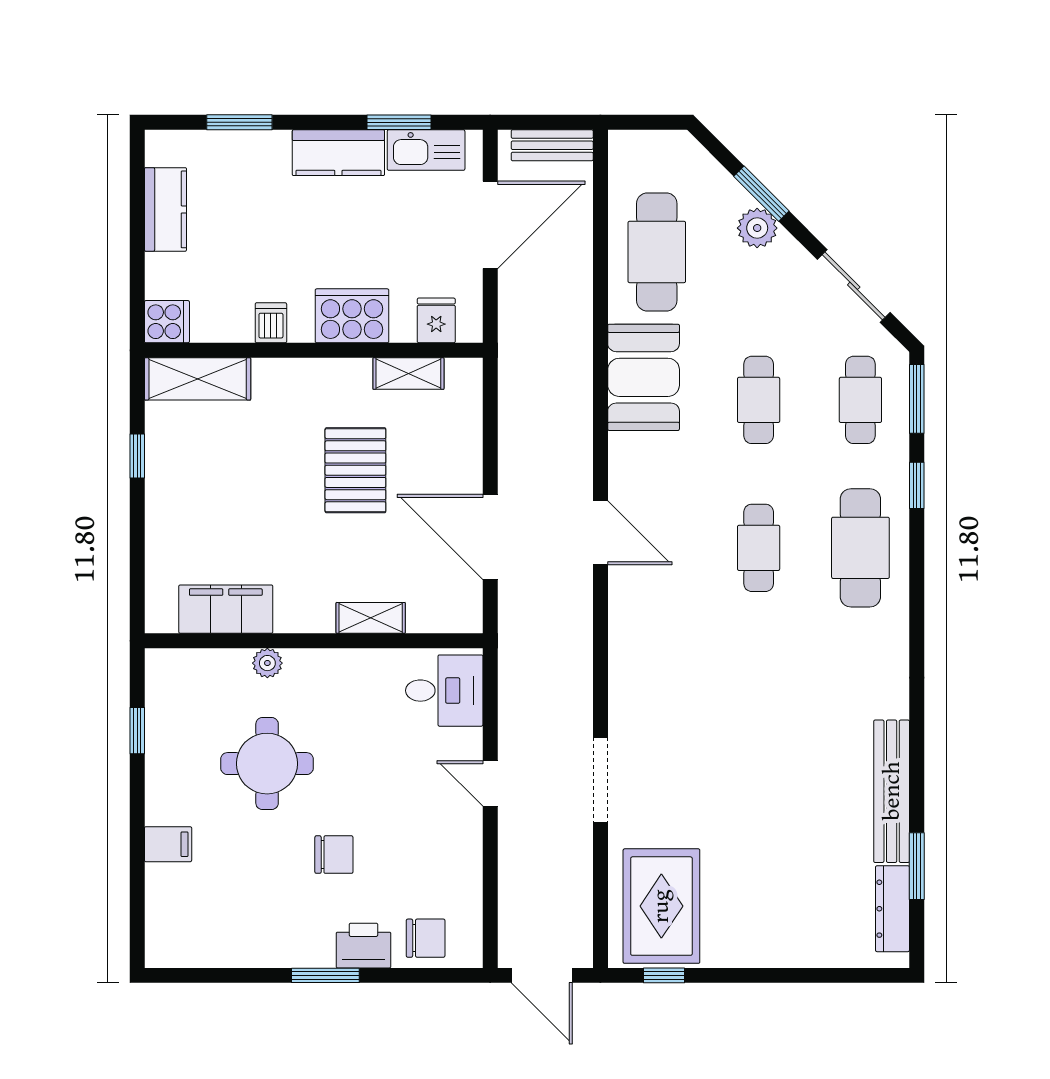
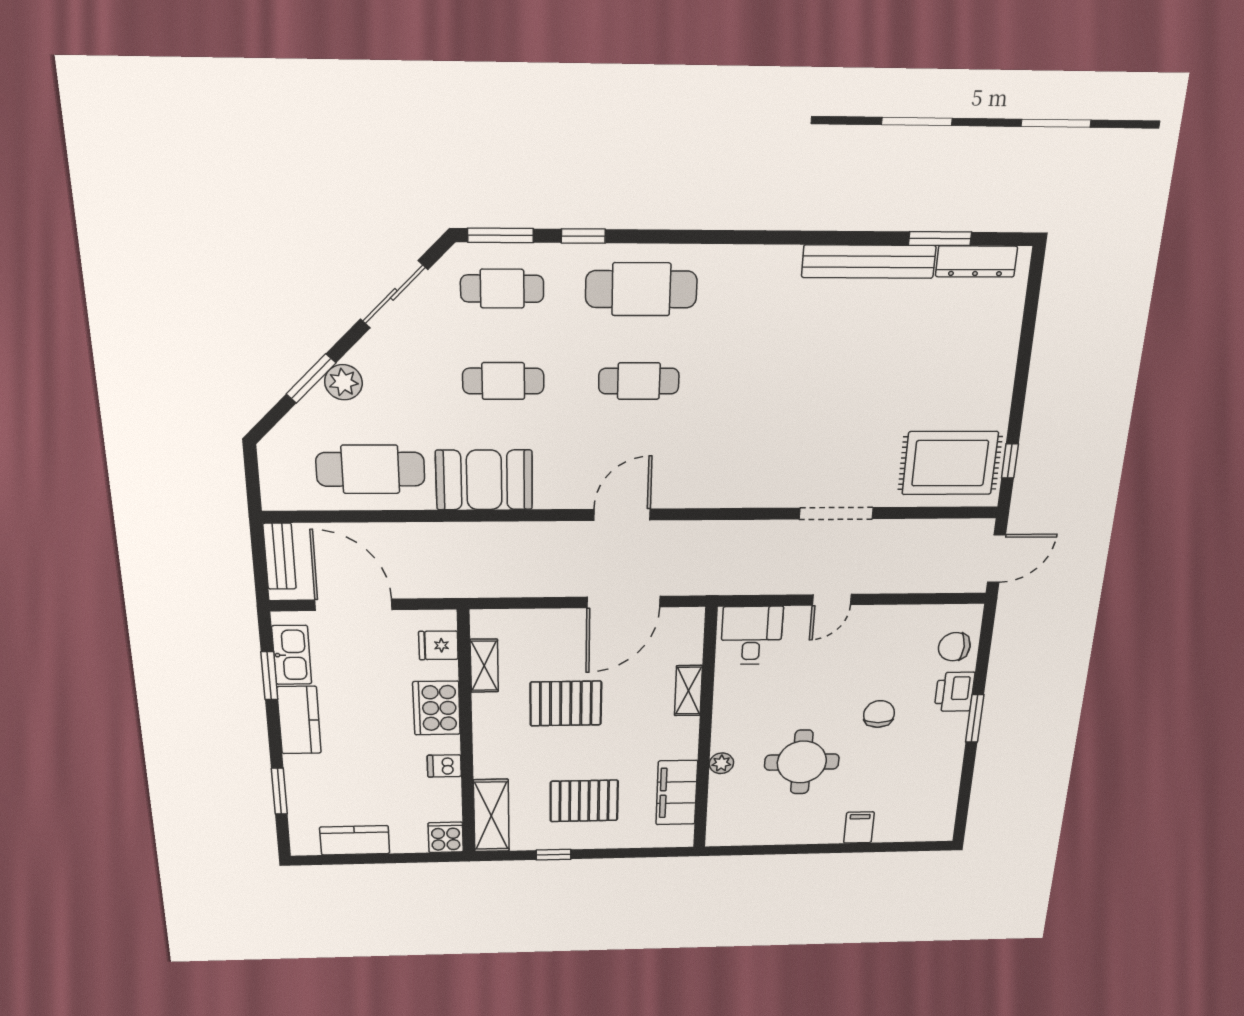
pallet: (216, 494) -> (584, 801), added
window: (137, 731) -> (769, 850), removed
chair: (426, 938) -> (954, 647), turned -90

